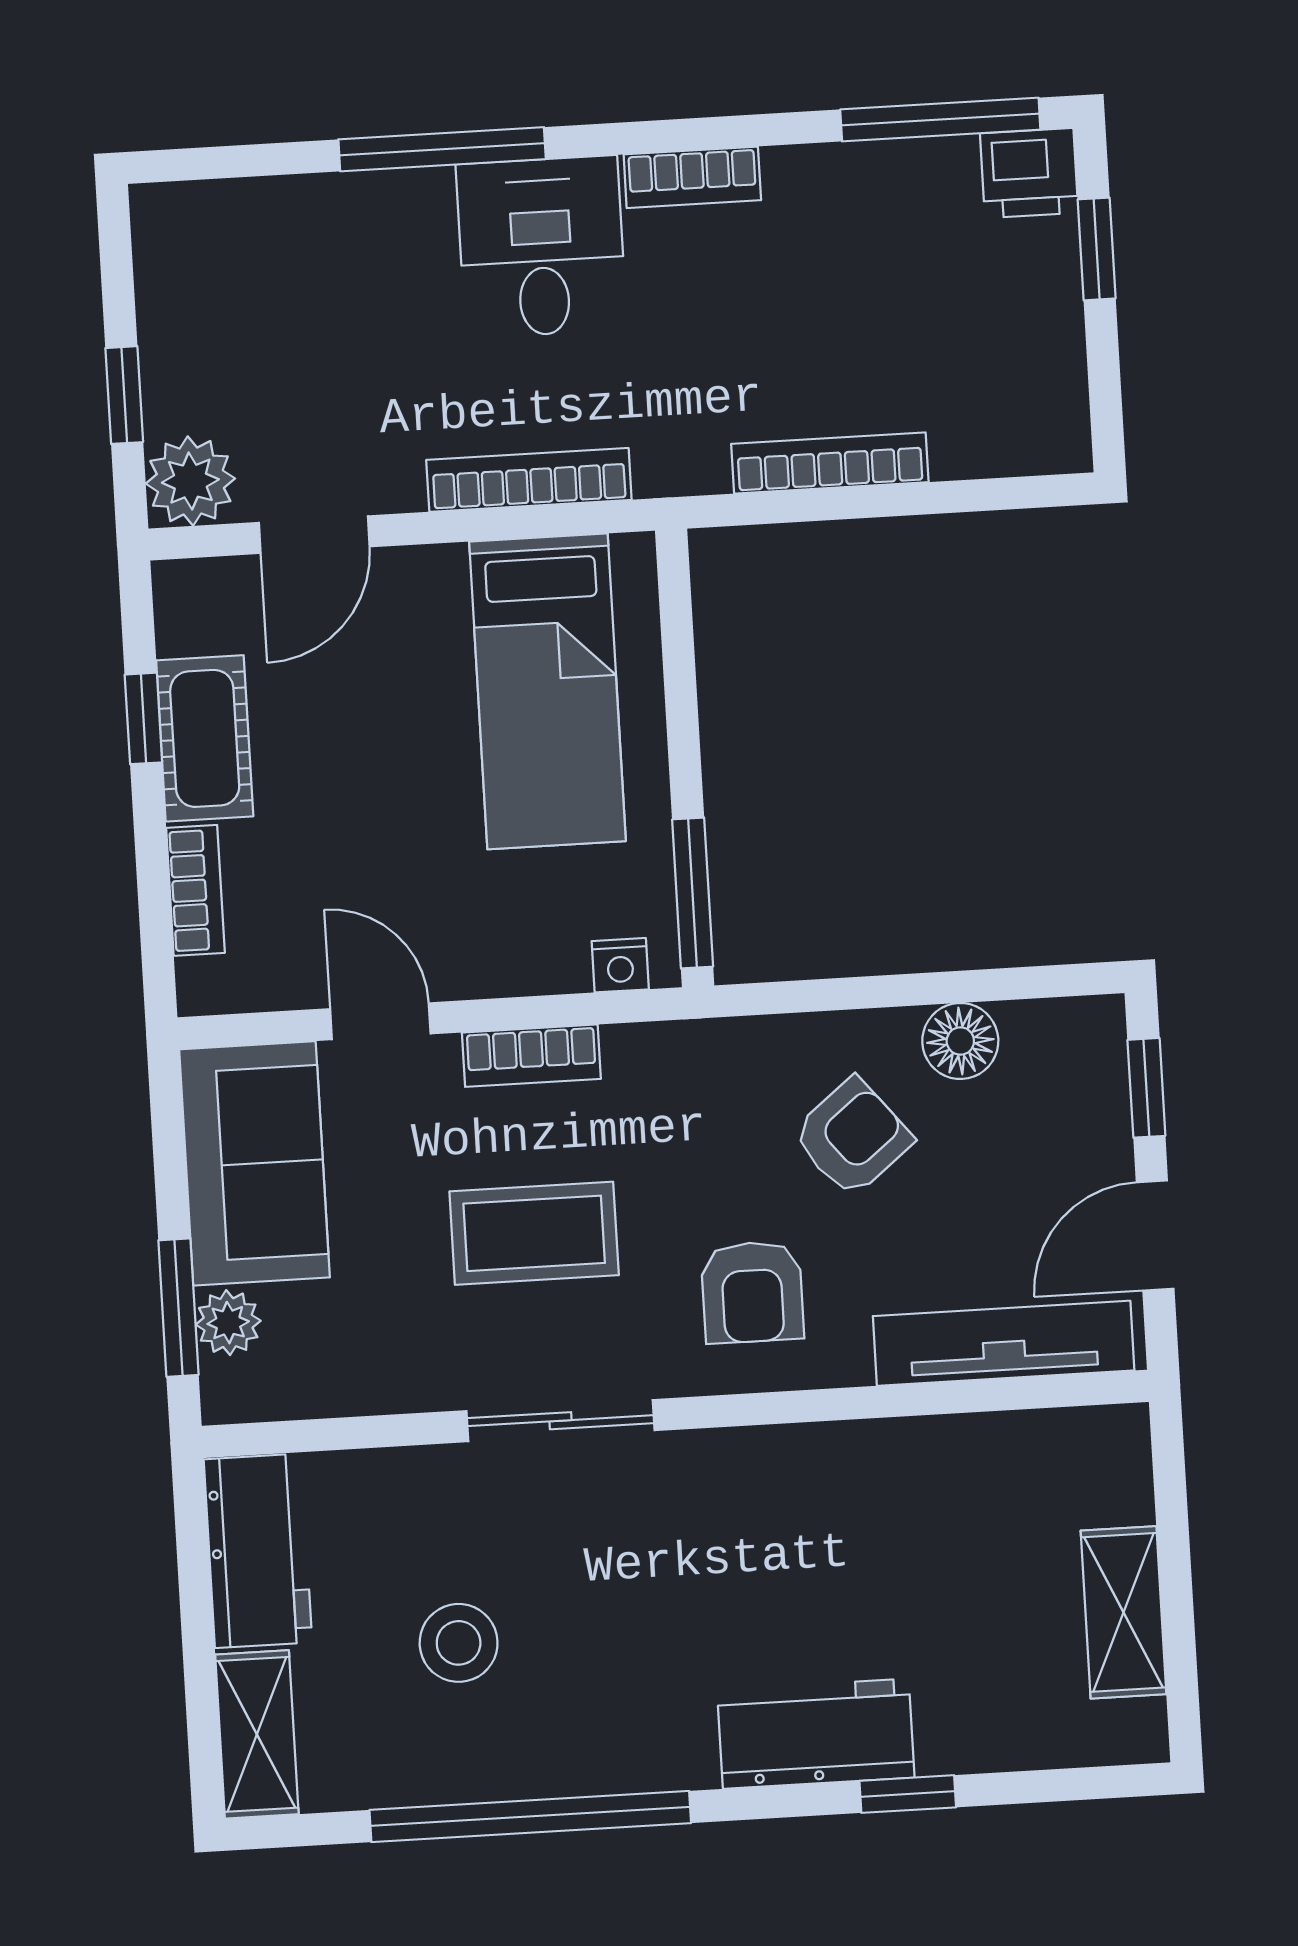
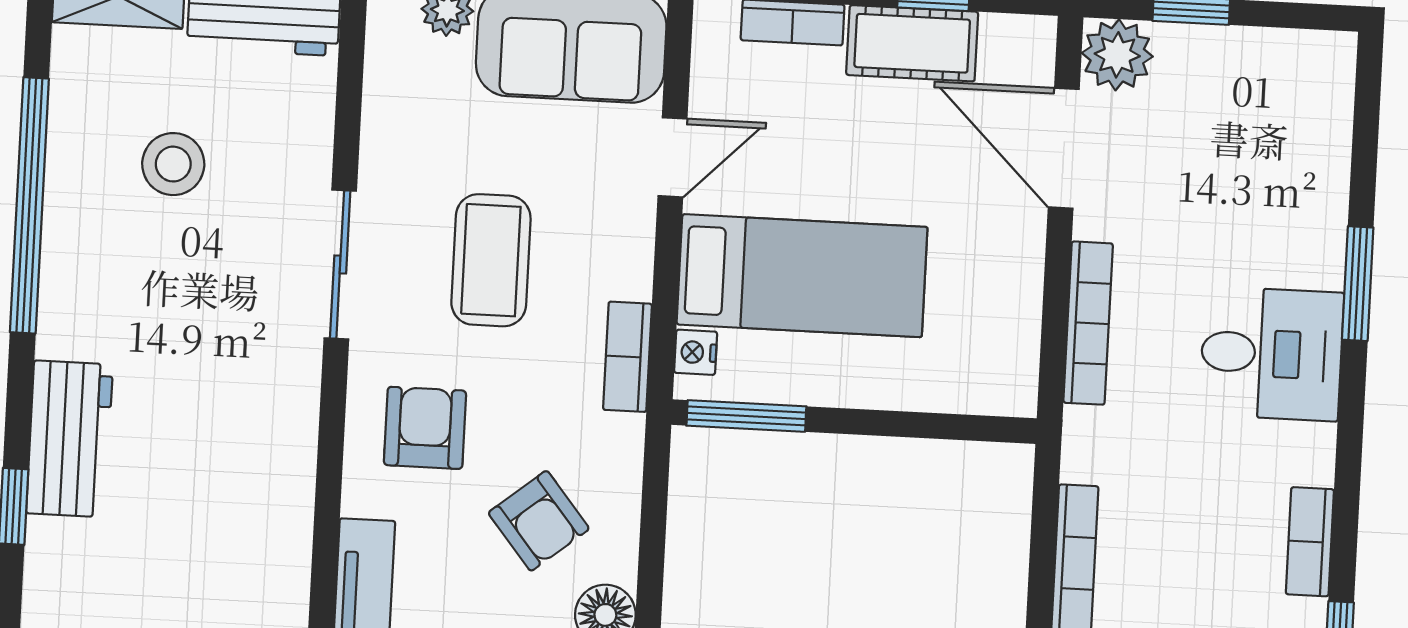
window: (442, 149) -> (1358, 284), width x0.69
bookcase: (692, 177) -> (1310, 542), moved
door: (314, 535) -> (1064, 148), width x1.38
bed: (547, 691) -> (802, 276), moved, turned 180
bookcase: (531, 1056) -> (628, 357), moved
armchair: (752, 1292) -> (425, 428), turned 90

